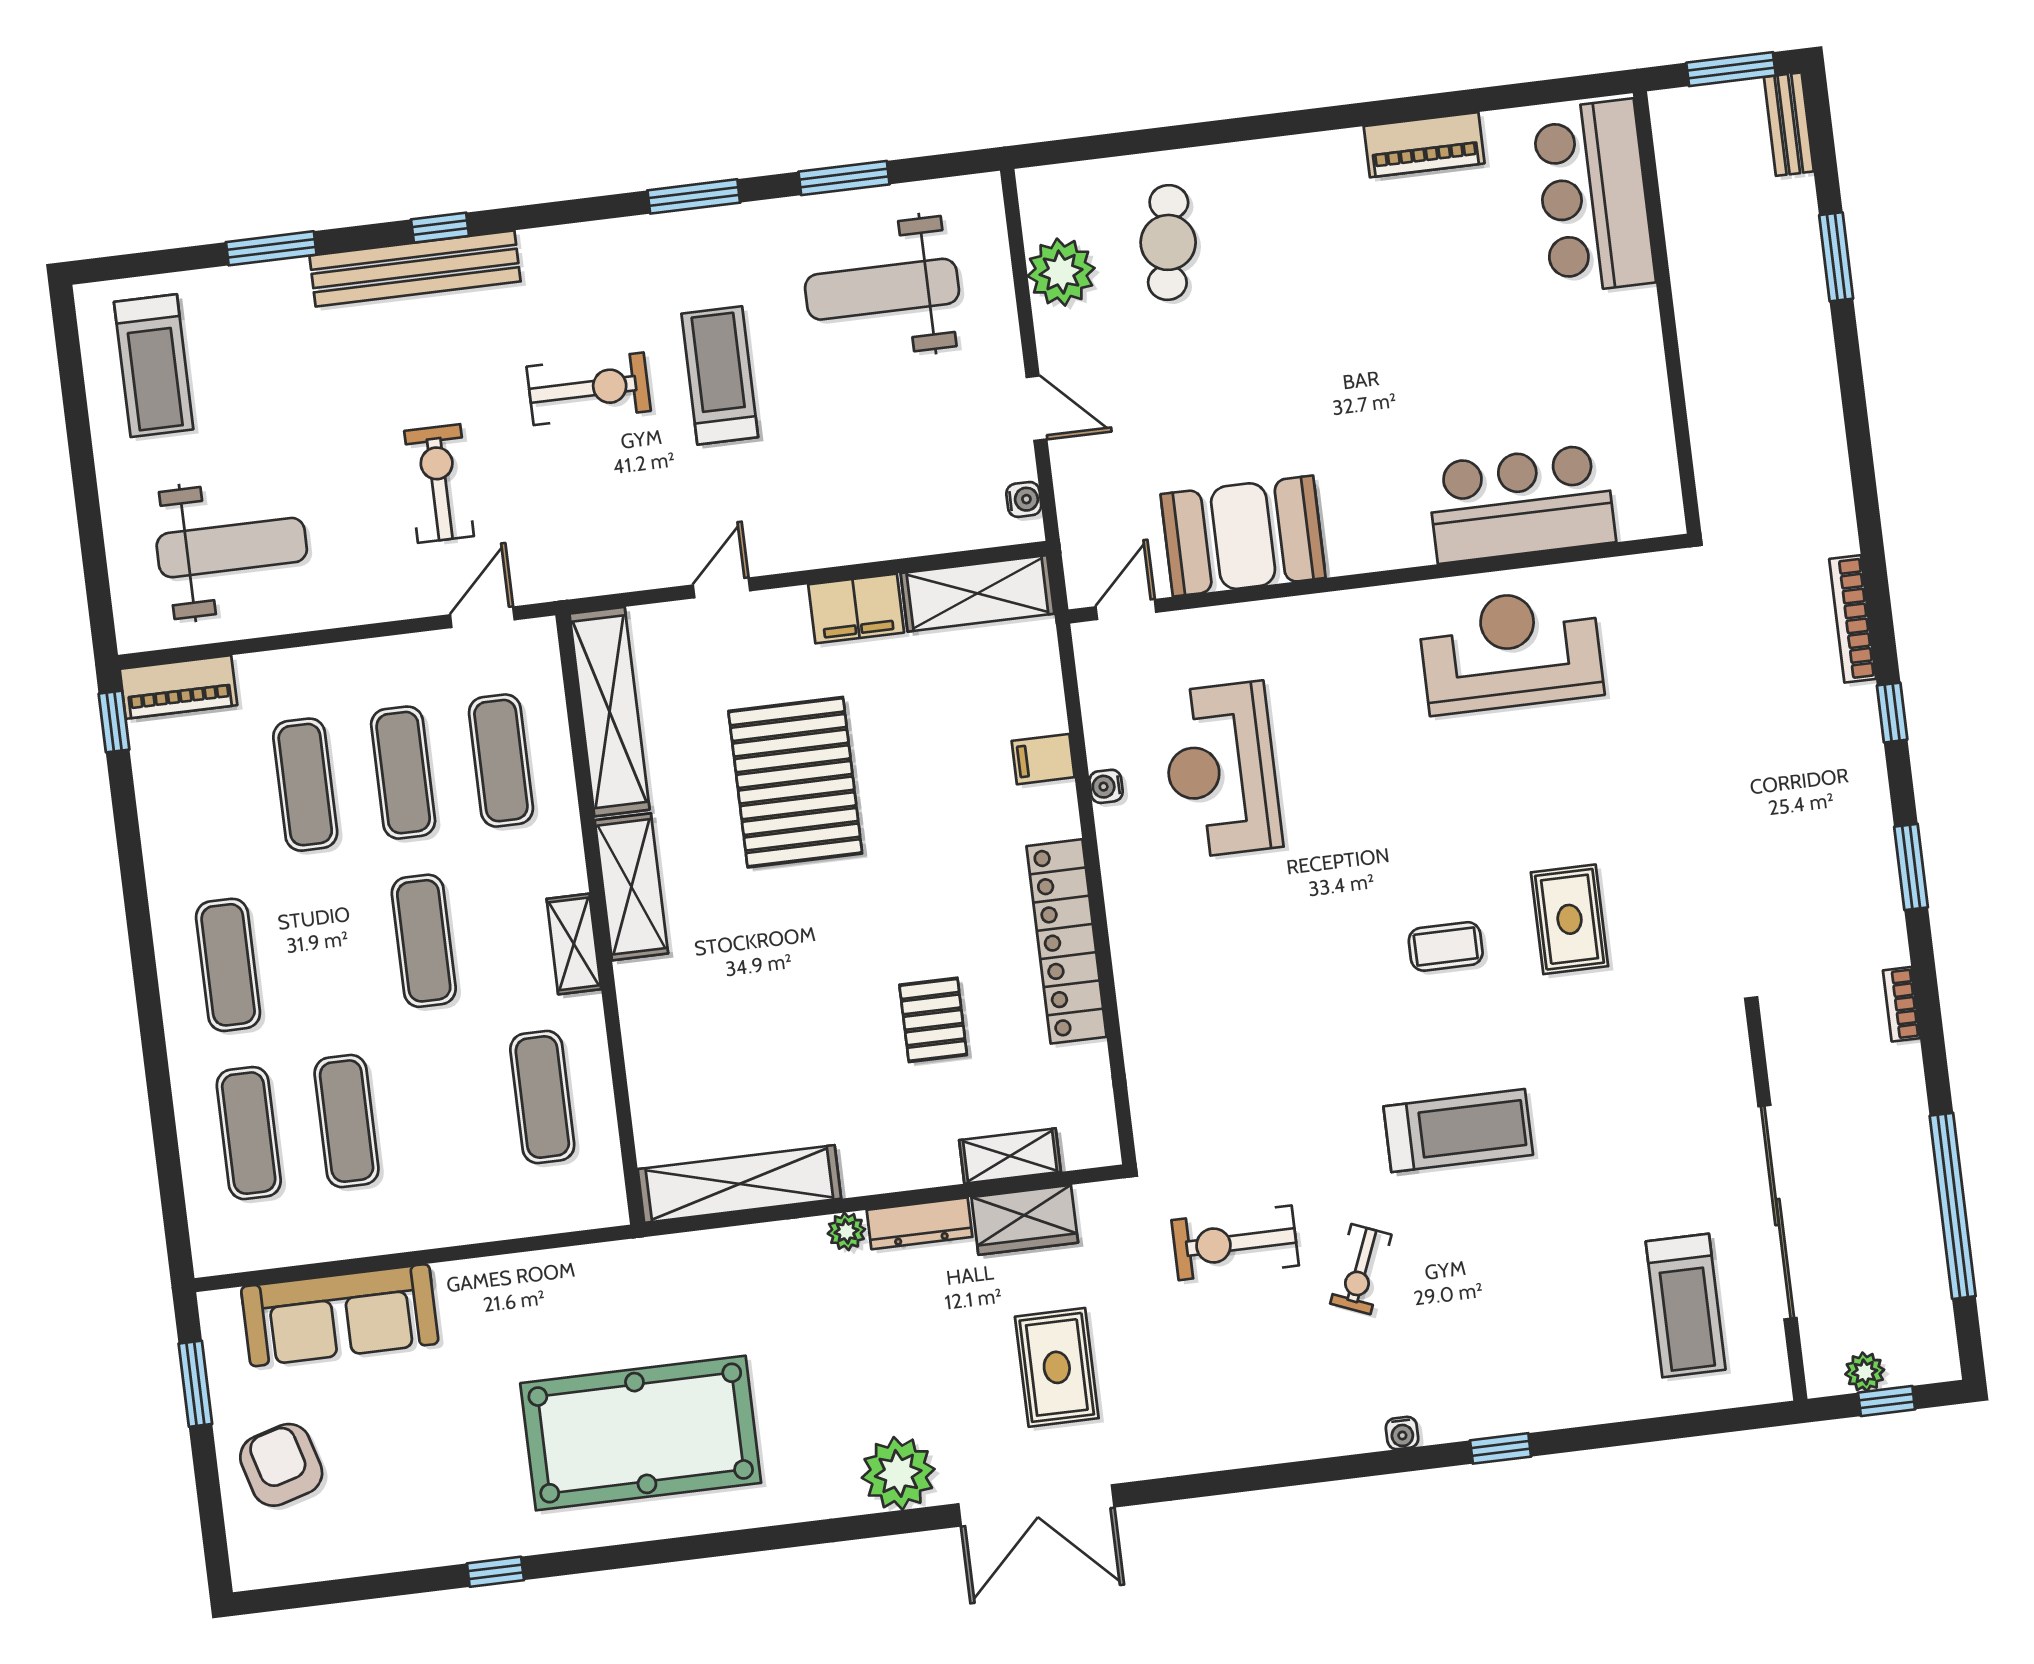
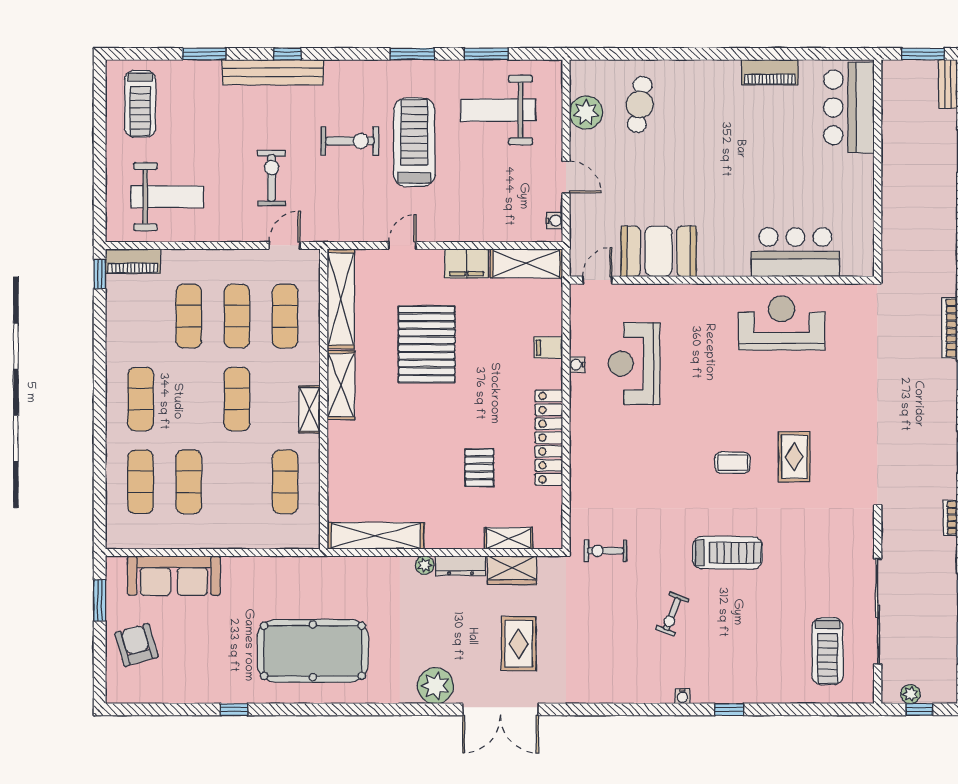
treadmill: (720, 375) -> (414, 142), width x1.37, depth x1.38
exercise bike: (1235, 1243) -> (606, 551), moved, width x0.73, depth x0.72

